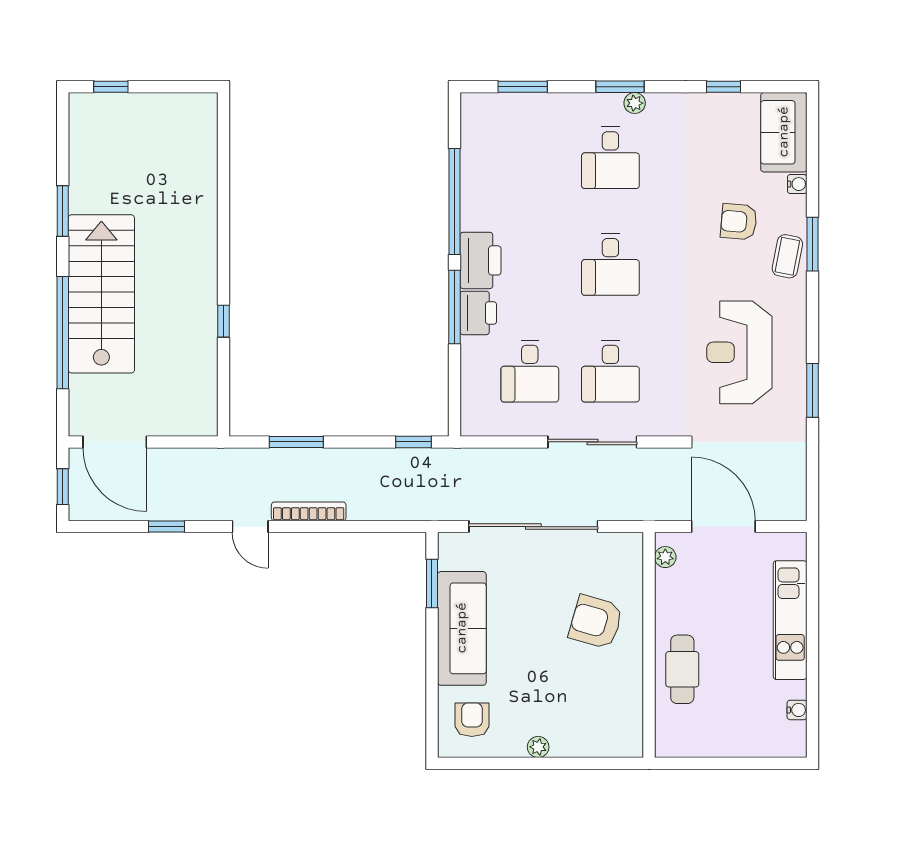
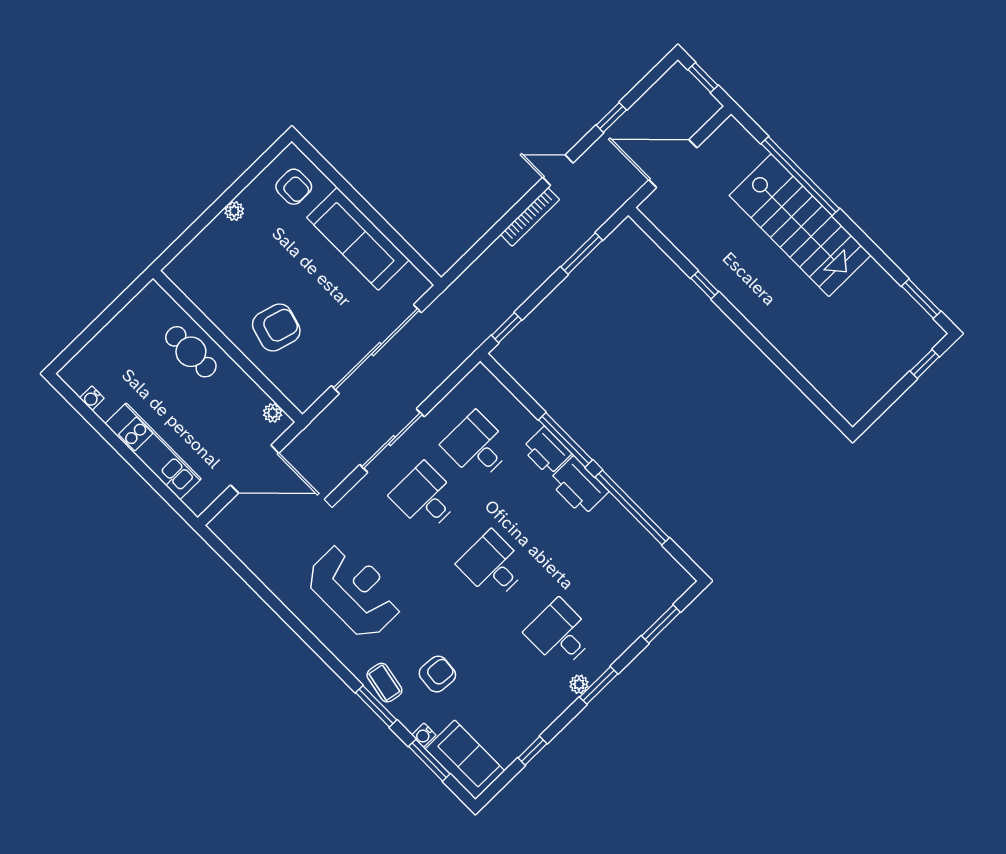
window: (63, 211) -> (921, 299), moved
window: (813, 390) -> (429, 760), moved
door: (115, 442) -> (673, 164), moved
window: (432, 583) -> (405, 249), removed

